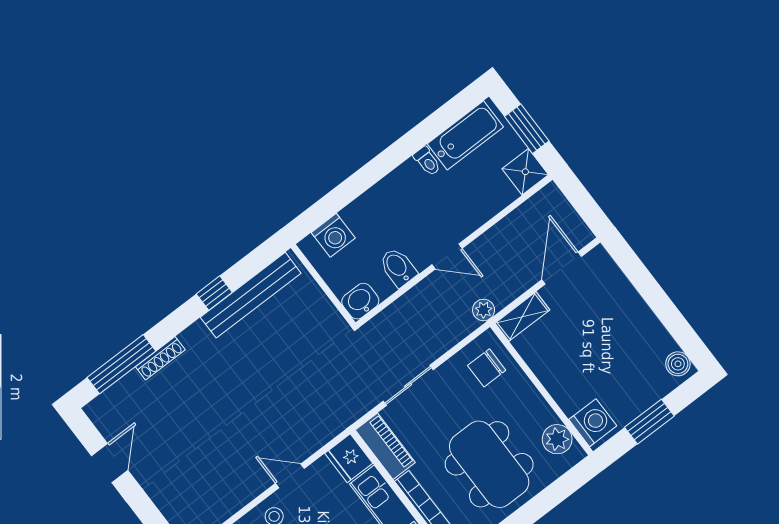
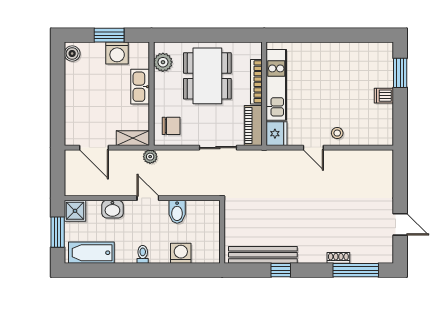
toilet: (427, 161) -> (143, 254), moved
washing machine: (333, 235) -> (181, 253), moved
door: (562, 268) -> (94, 148), hinge flipped
washbasin: (360, 301) -> (112, 209), moved
shoe rack: (160, 358) -> (338, 258), width x0.70
kitchen sink: (562, 387) -> (140, 87), added
washing machine: (593, 423) -> (117, 53), moved, turned -90
door: (110, 463) -> (400, 224), swing flipped

